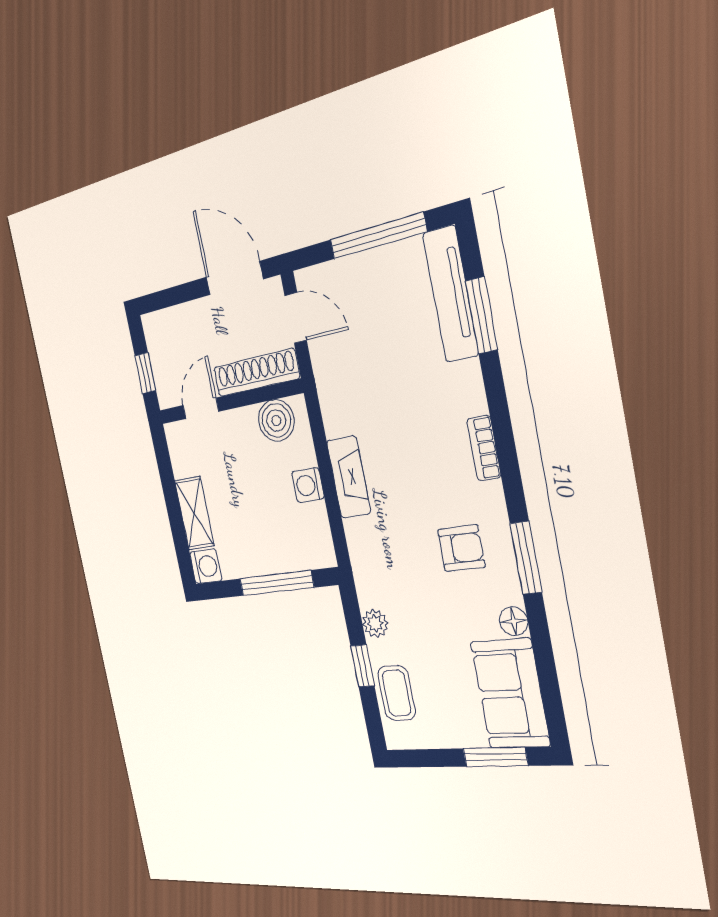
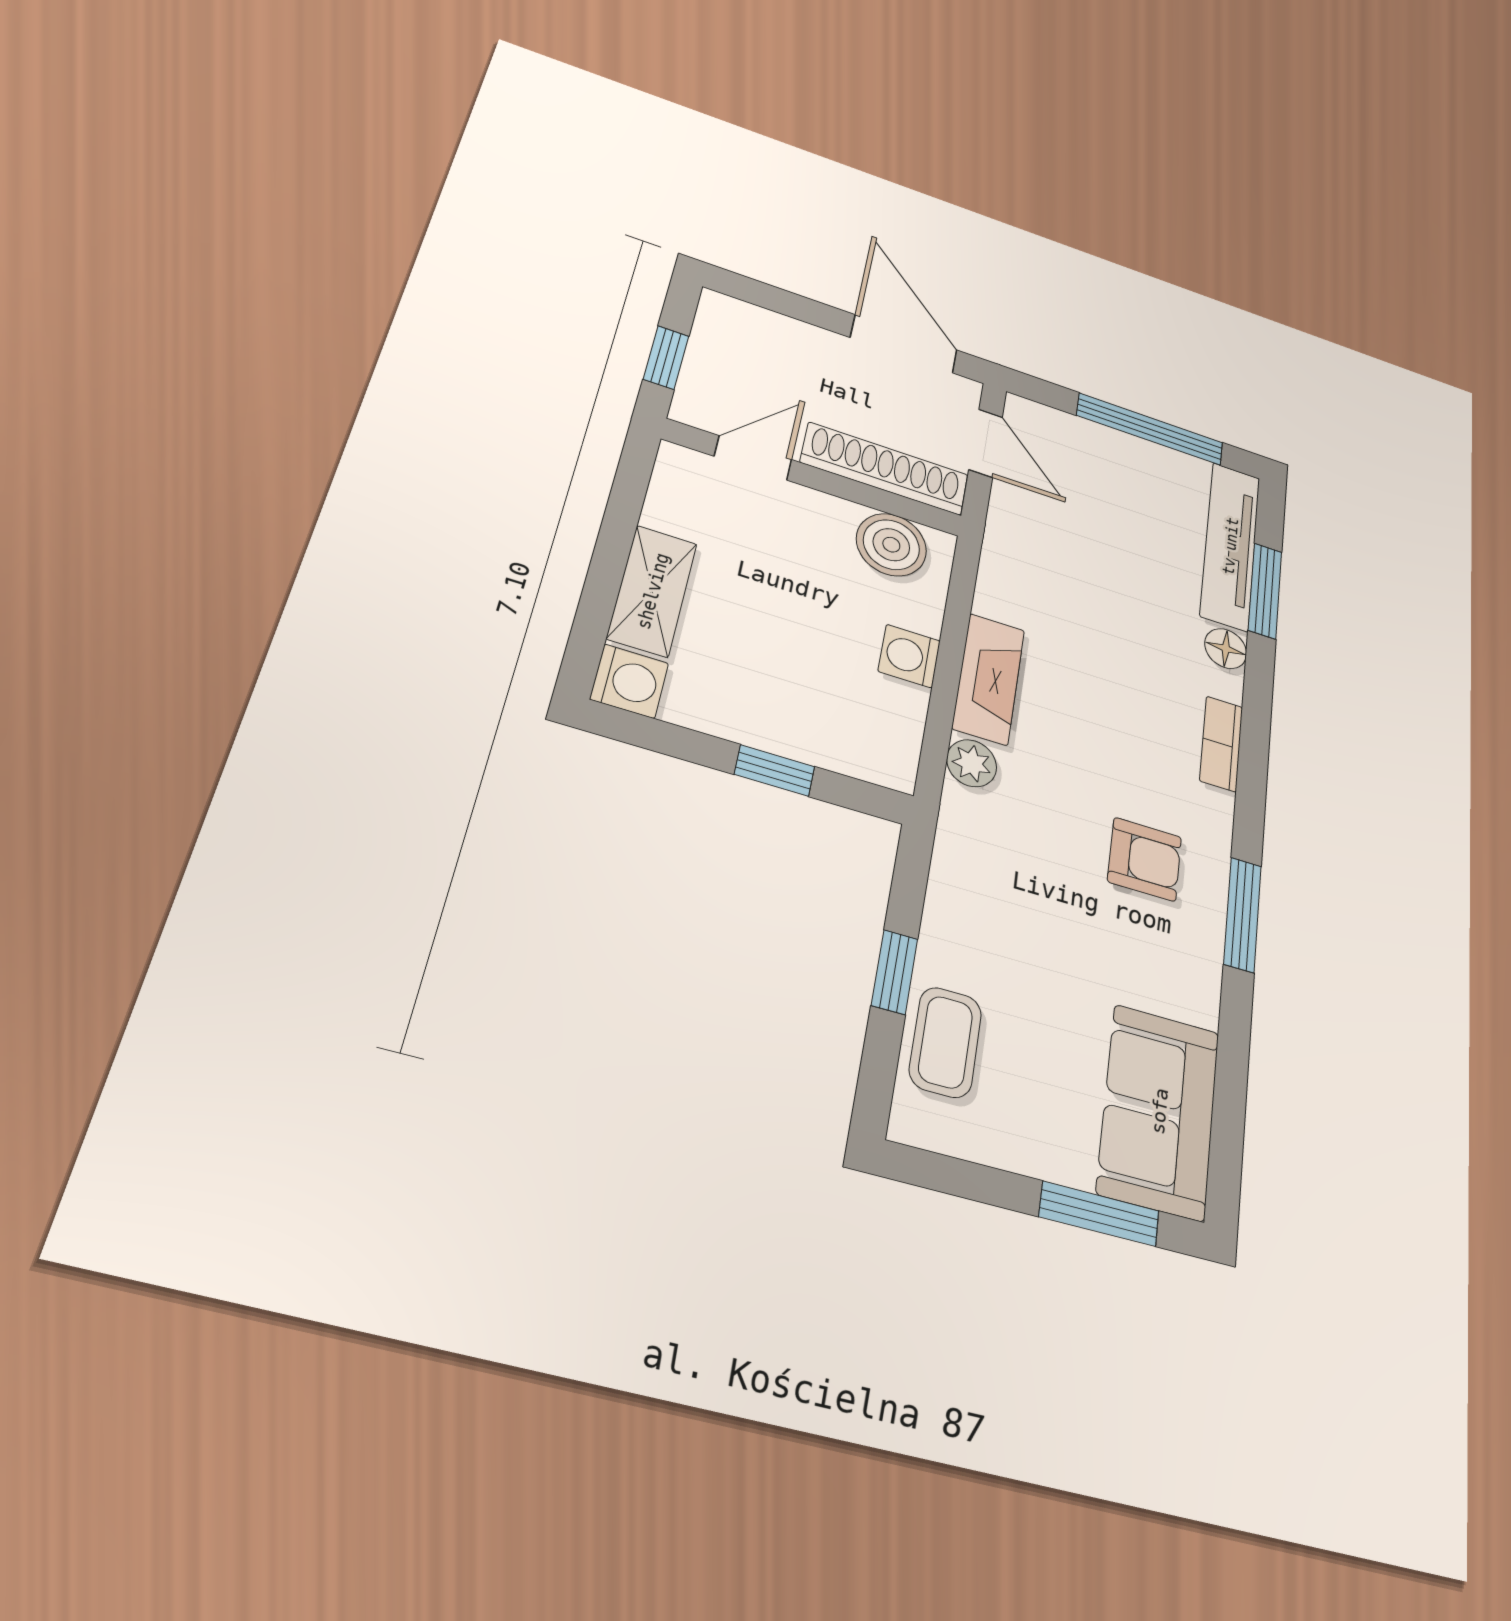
window: (276, 583) -> (775, 771), width x0.46
floor lamp: (514, 621) -> (1226, 649), moved
plant: (375, 623) -> (972, 763), moved

